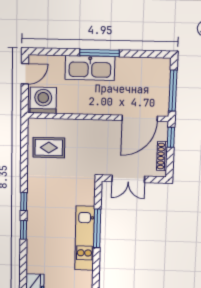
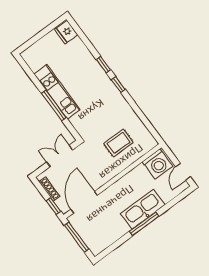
rug: (49, 148) -> (118, 143), moved

